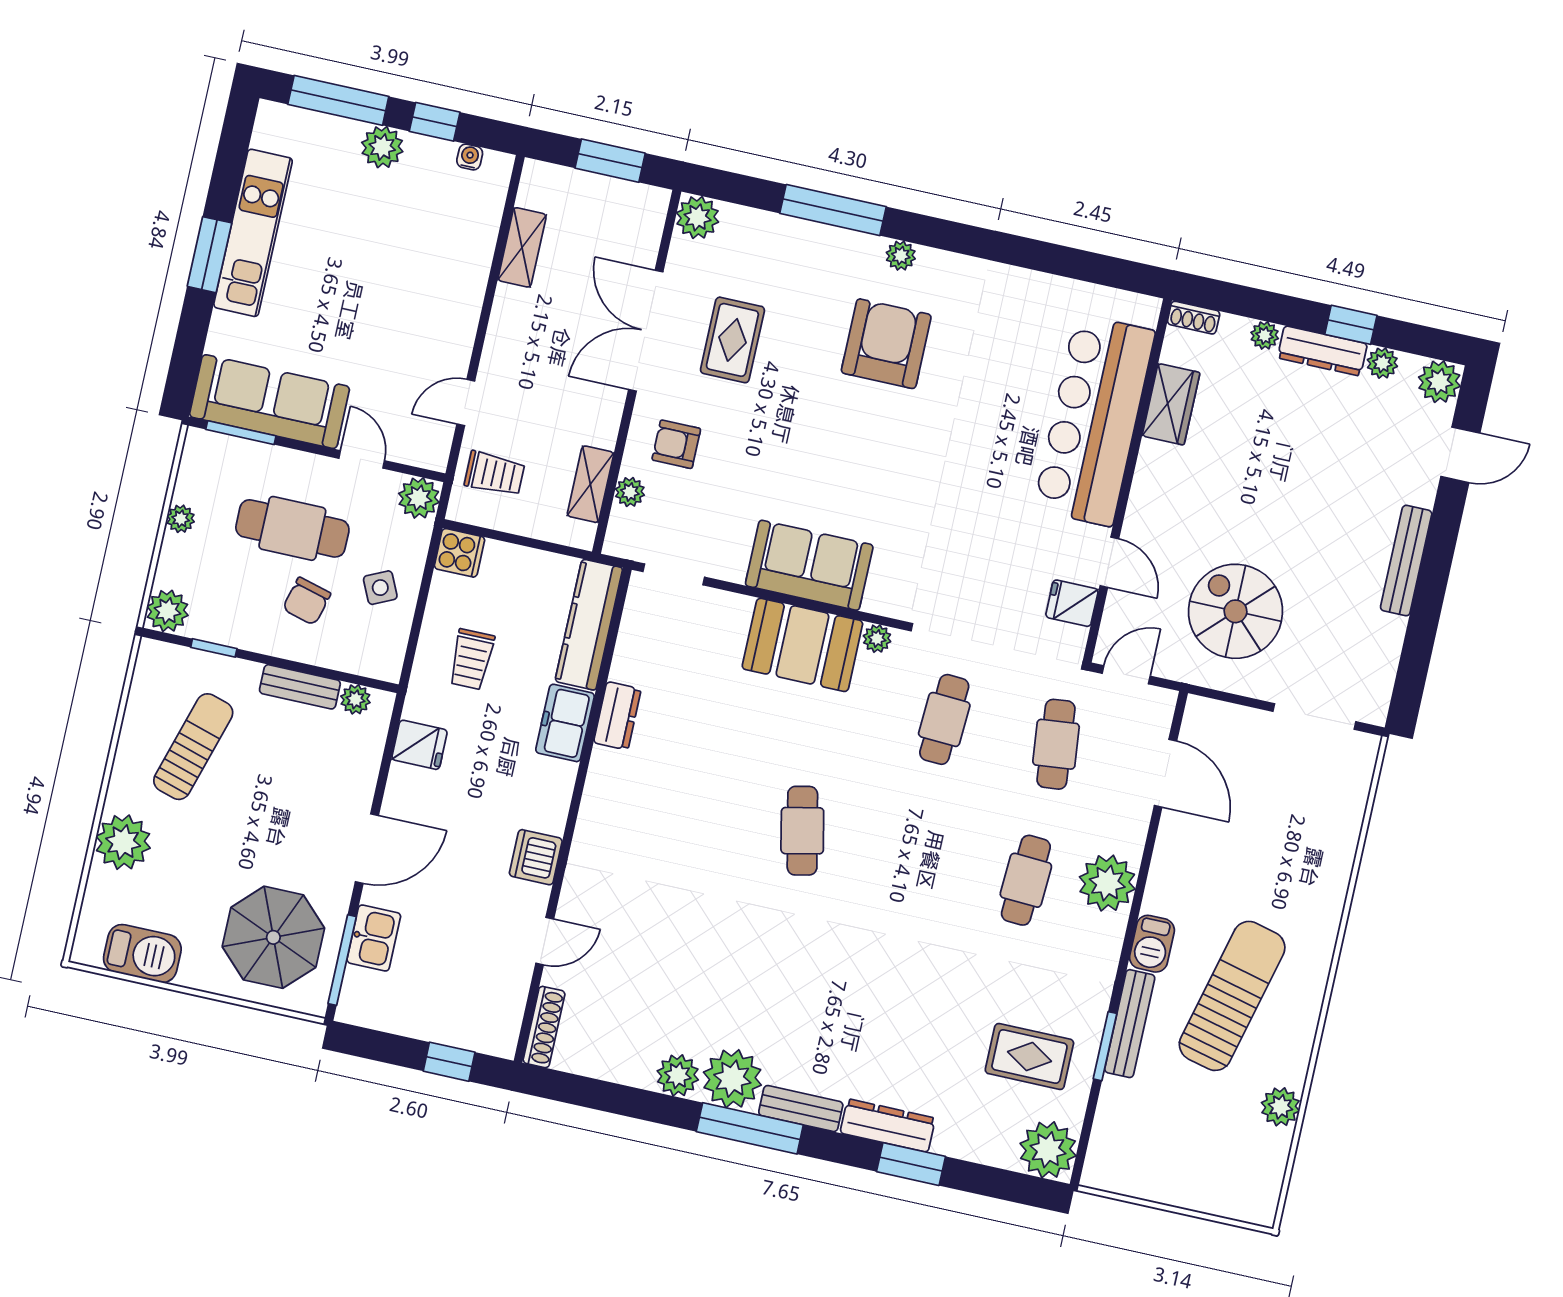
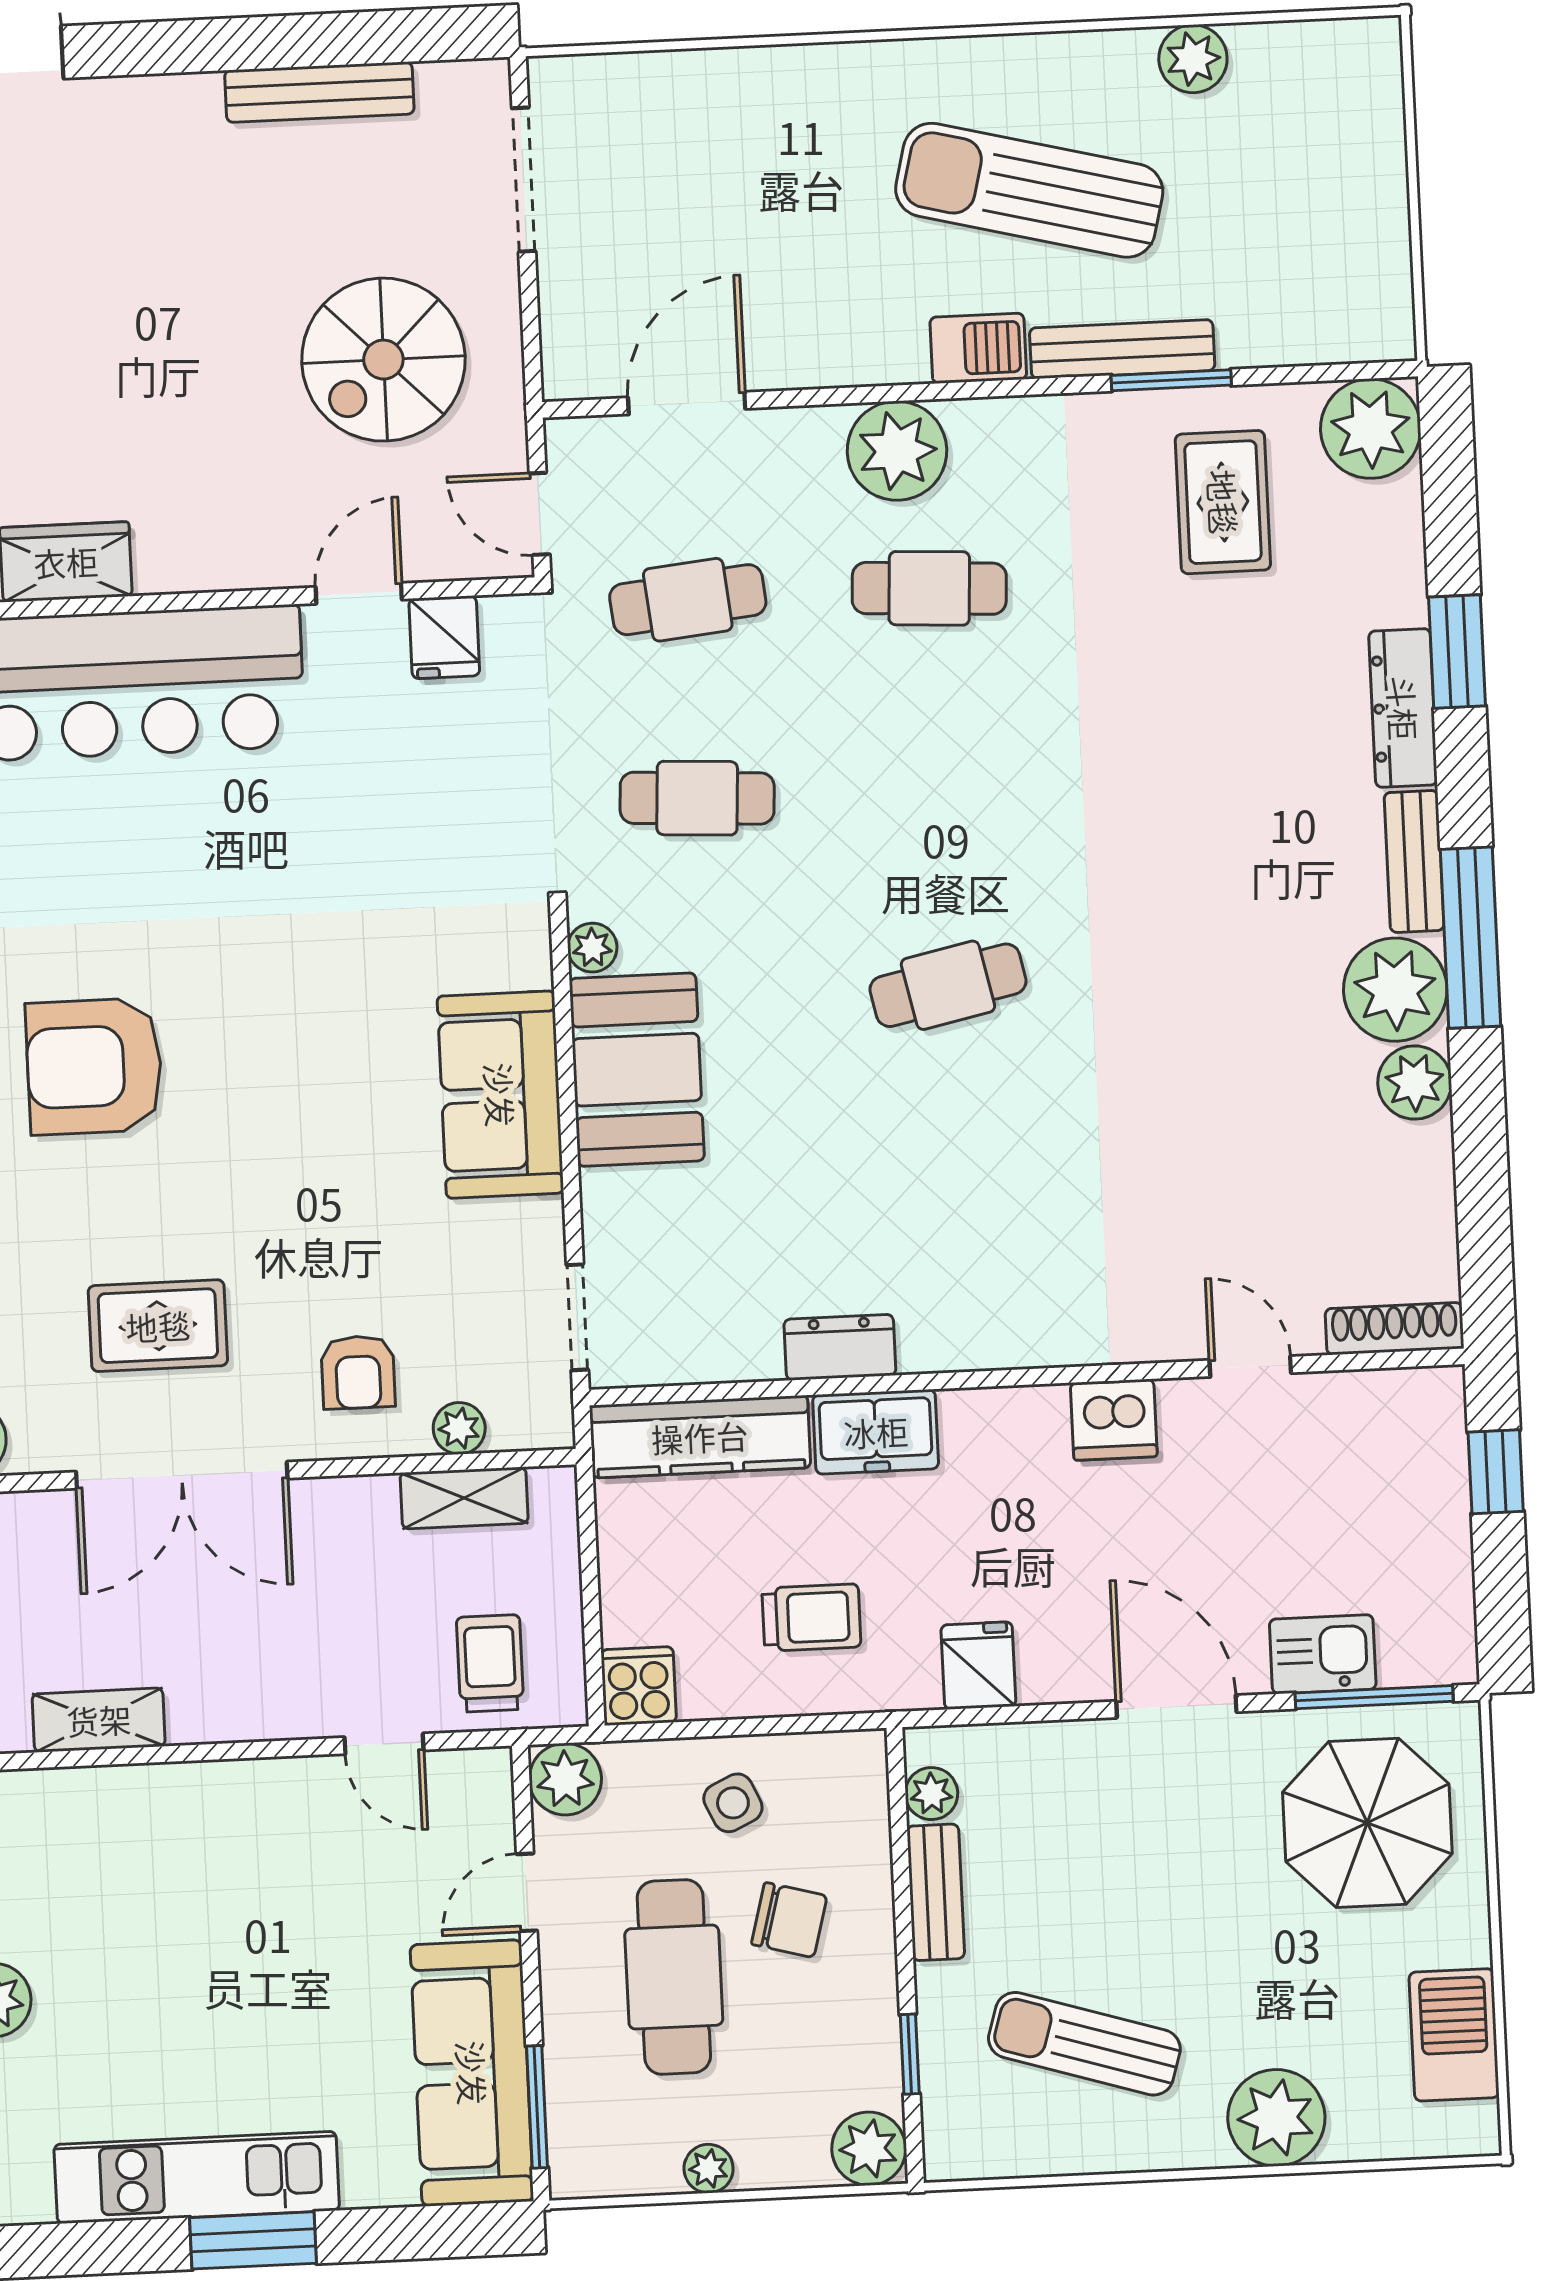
bench: (1406, 561) -> (319, 92), moved

